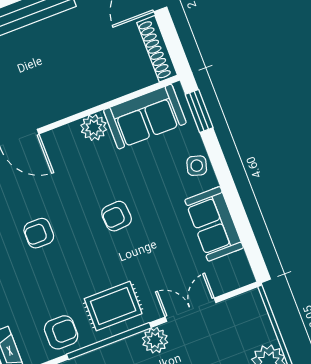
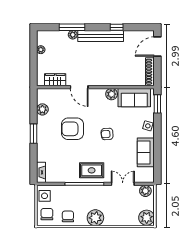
armchair: (39, 233) -> (73, 129), width x1.88, depth x1.88
armchair: (61, 332) -> (66, 173), removed
plant: (155, 340) -> (145, 191), moved

